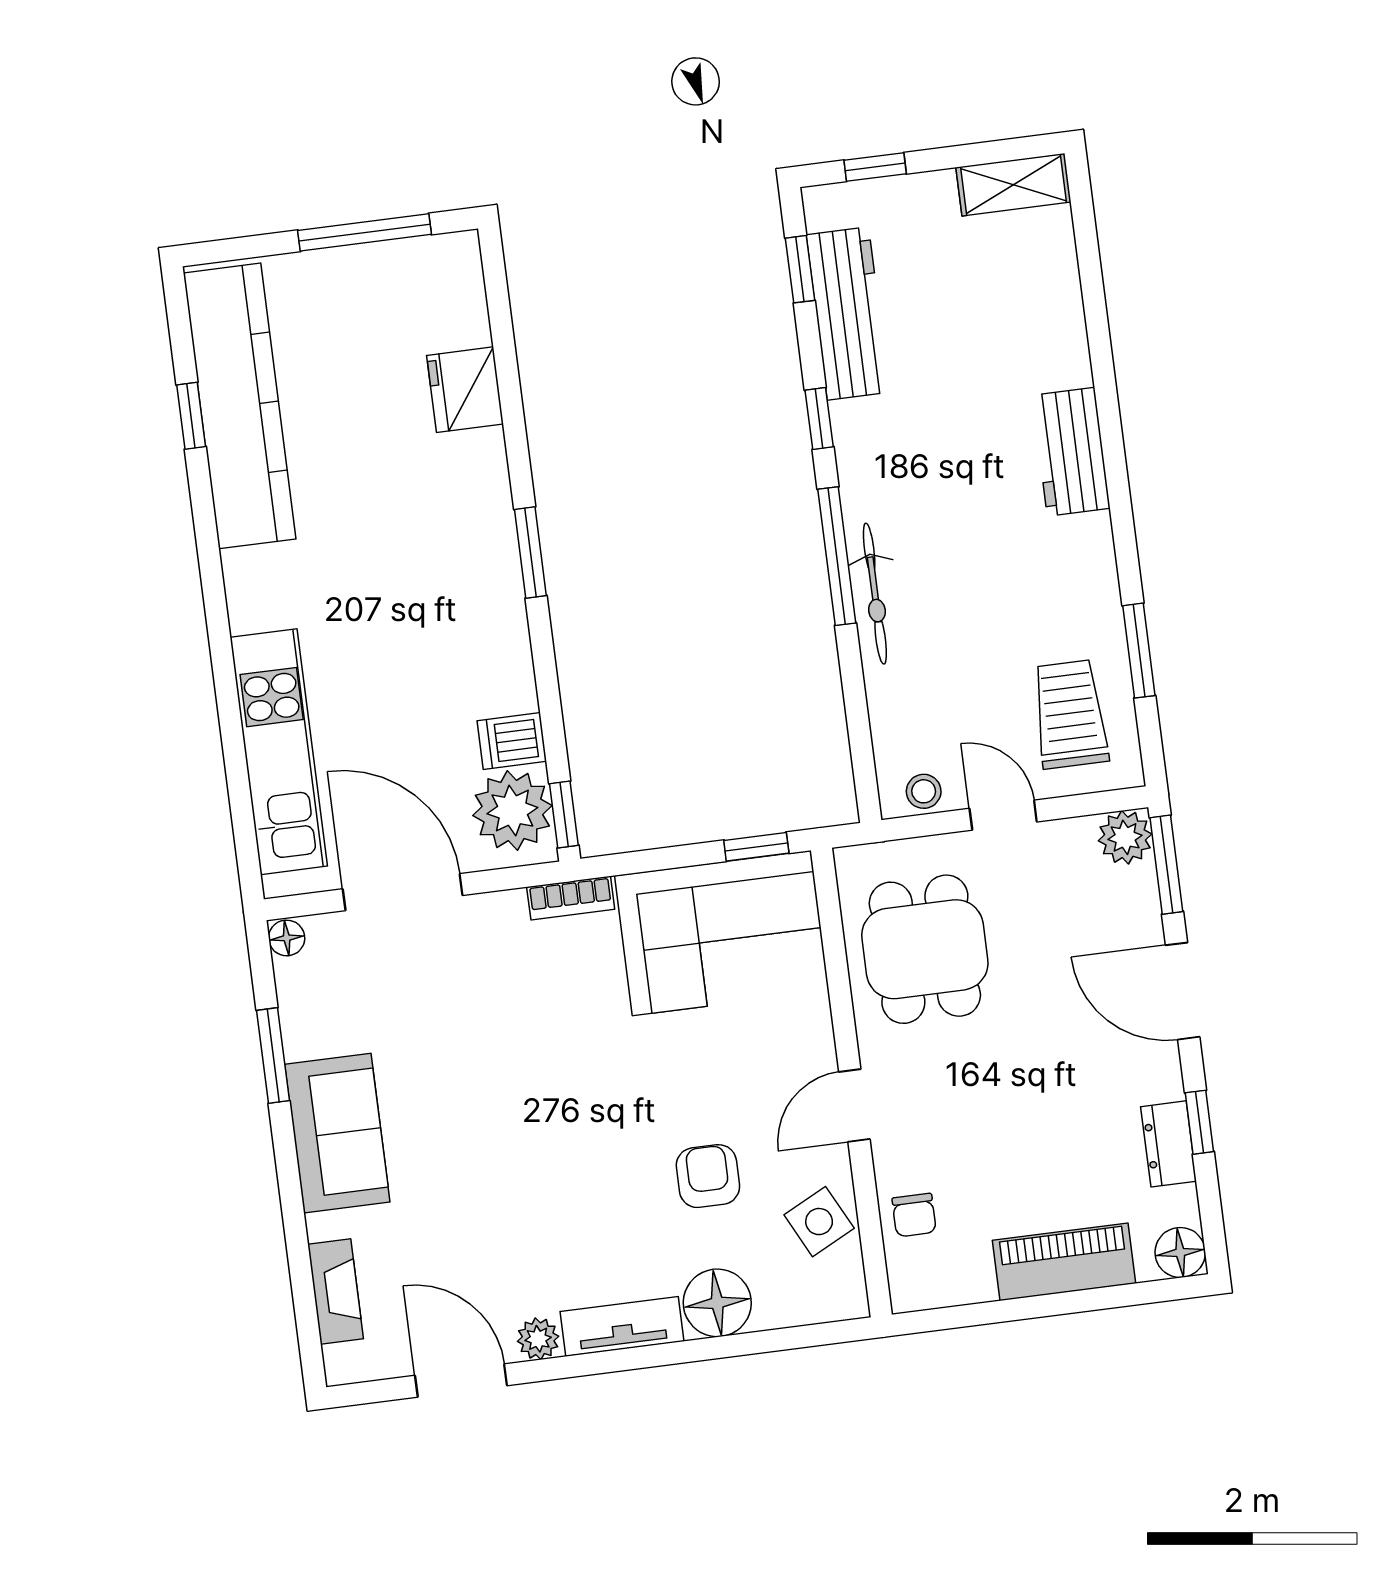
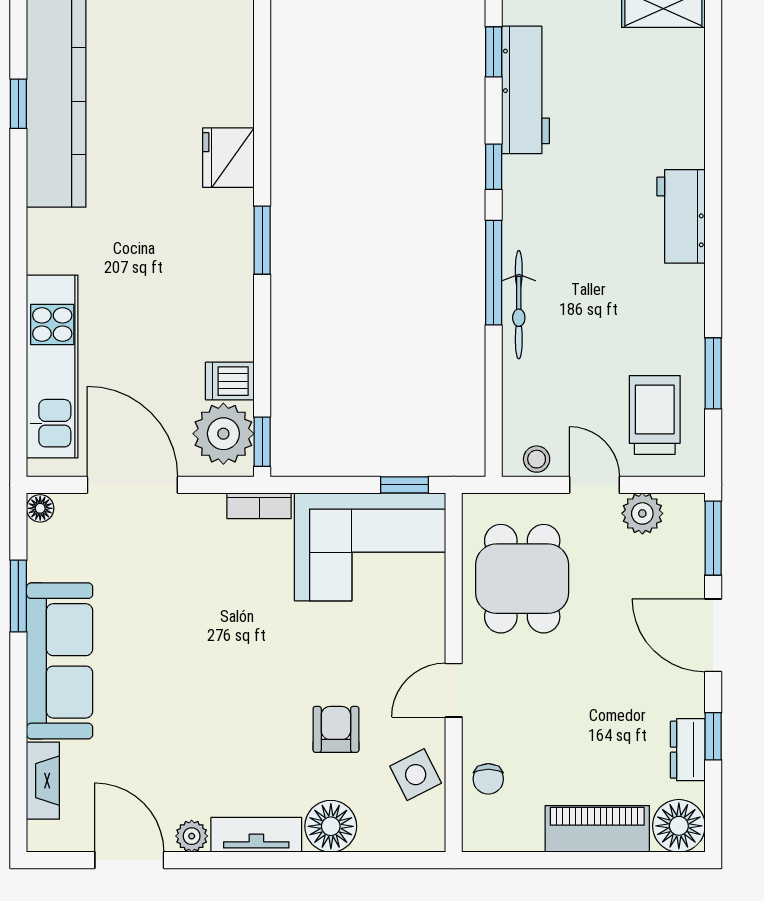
fridge: (465, 390) -> (228, 158), moved
plant: (1125, 837) -> (642, 513), moved
sofa: (337, 1133) -> (60, 661), width x1.36
floor lamp: (1180, 1252) -> (679, 826), width x1.38, depth x1.38

